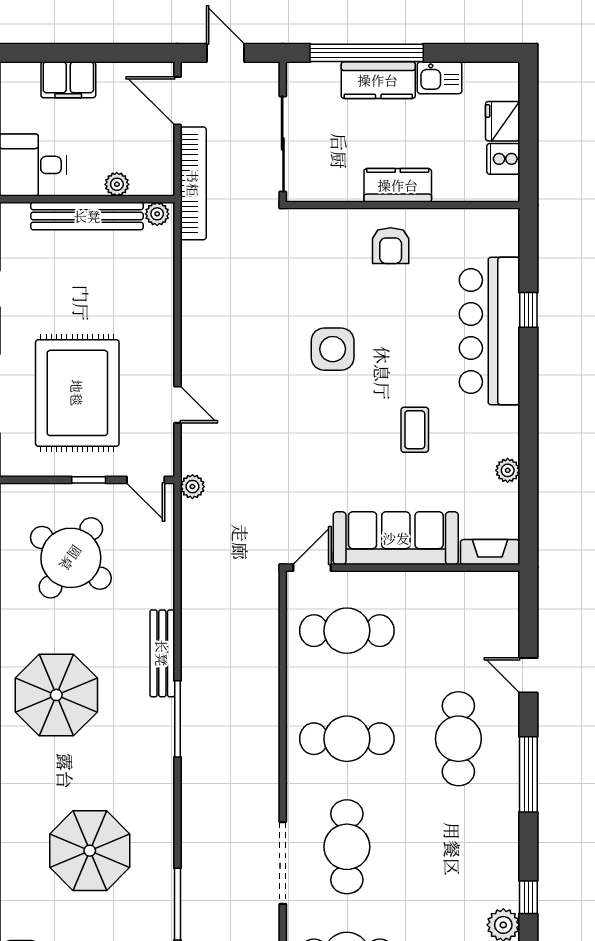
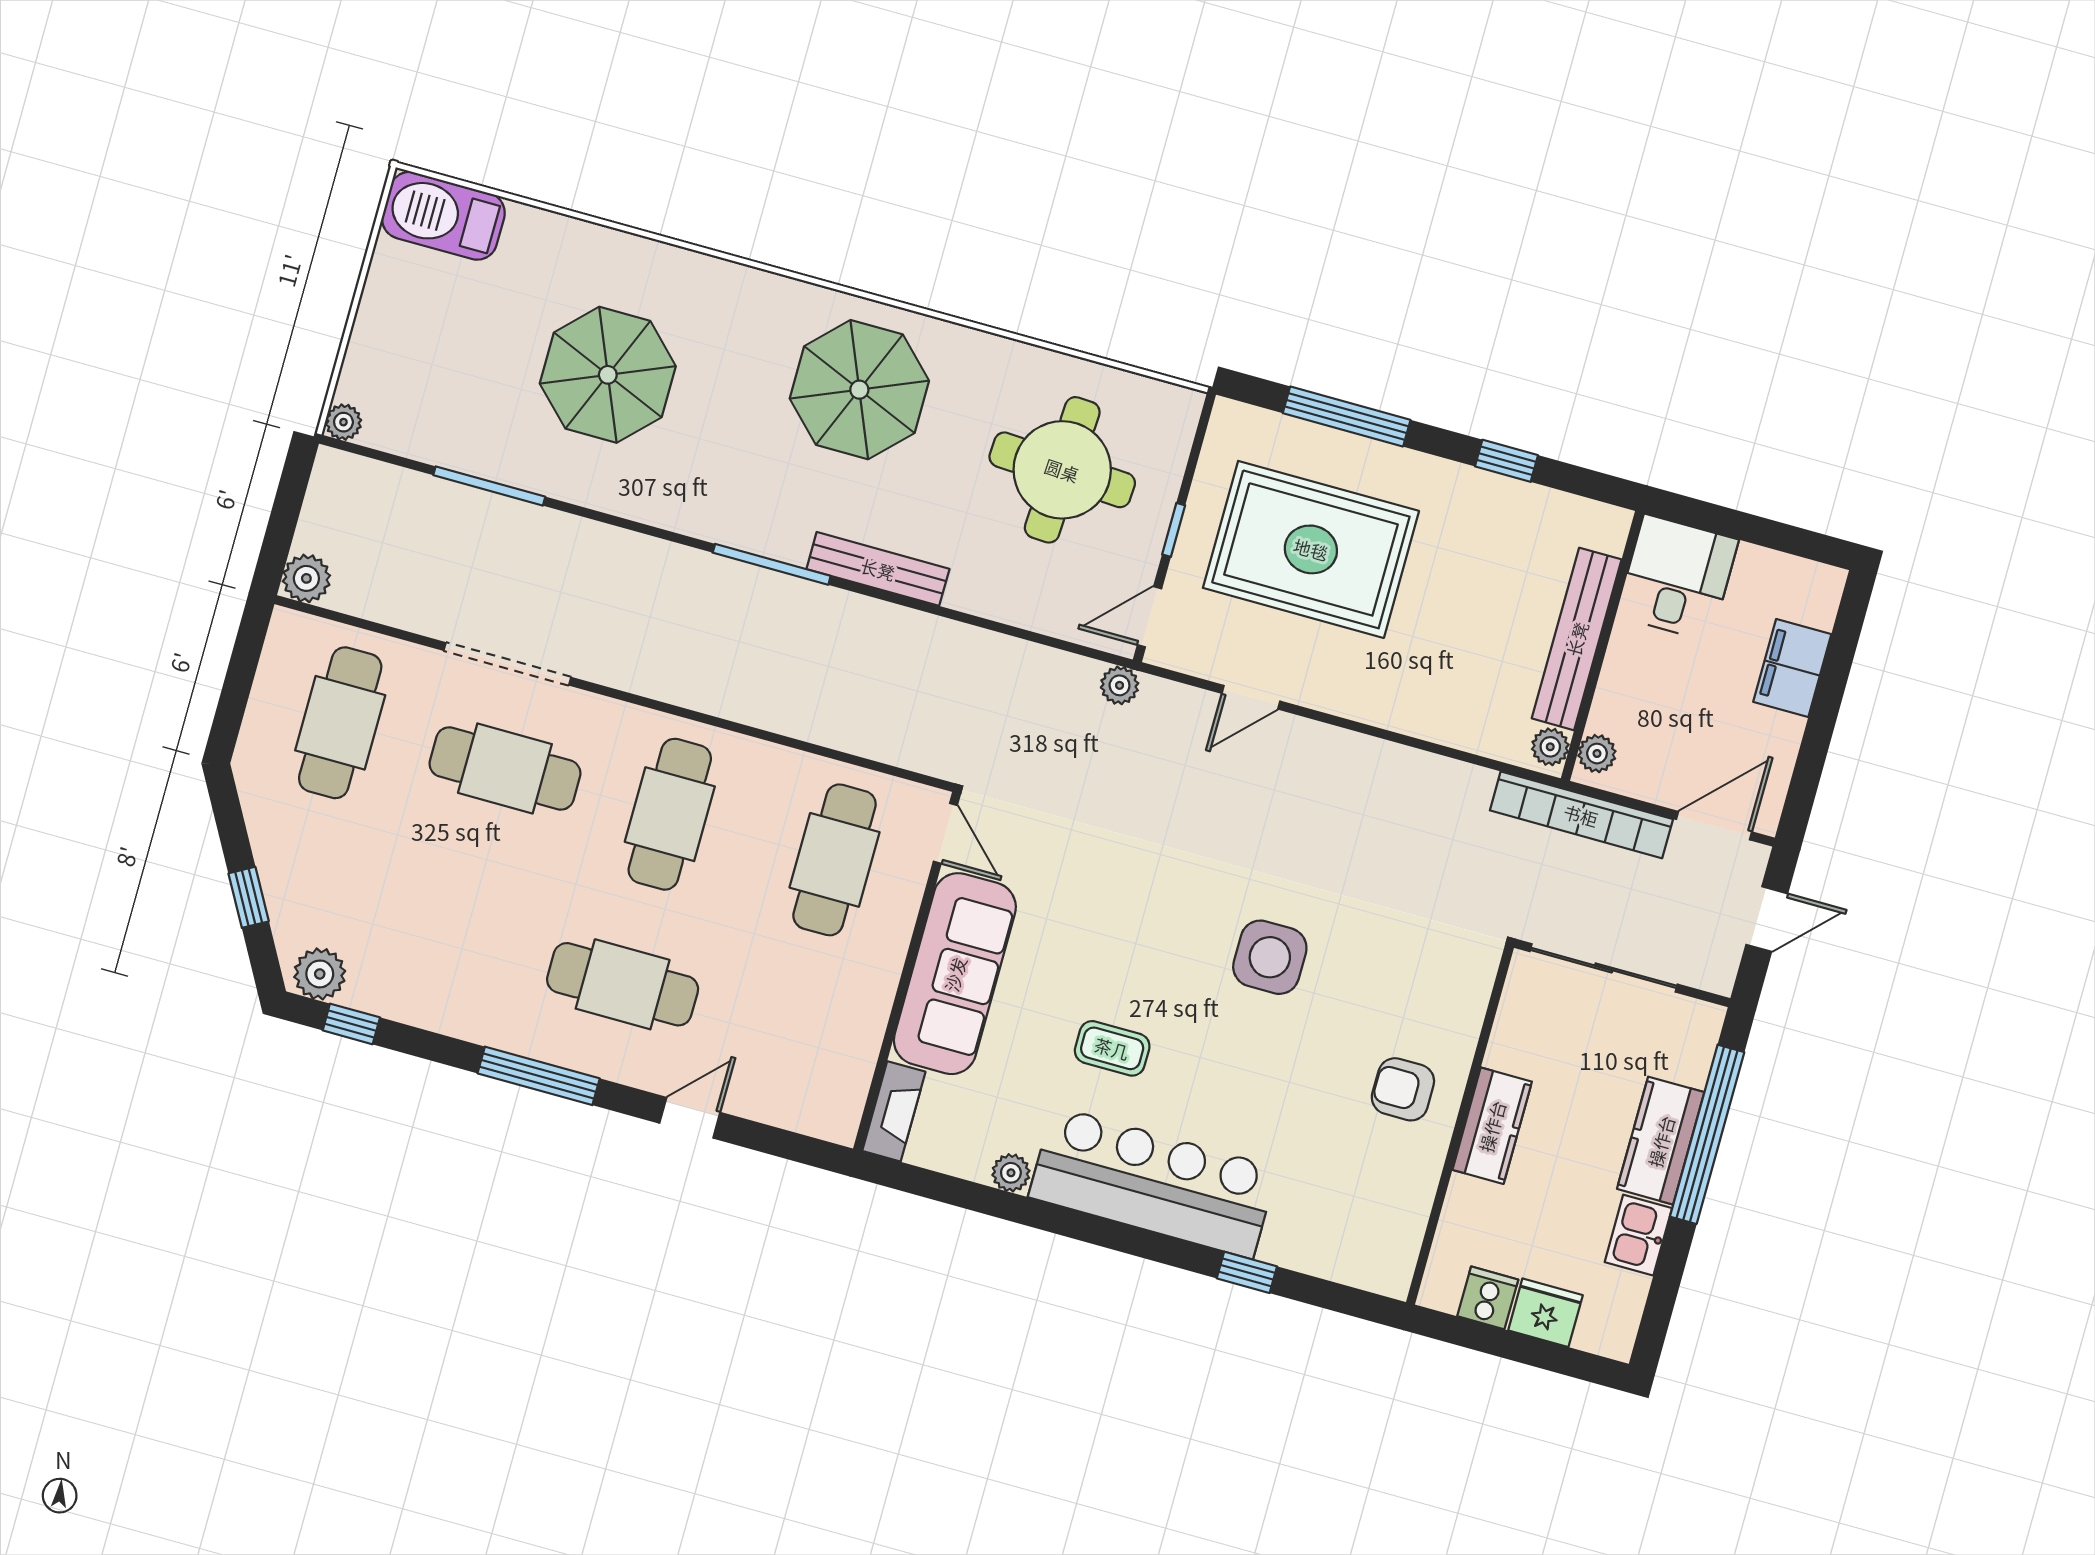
plant: (117, 184) -> (1597, 754), moved
bar counter: (490, 331) -> (1153, 1182), moved
round table: (71, 558) -> (1062, 470), turned -32

